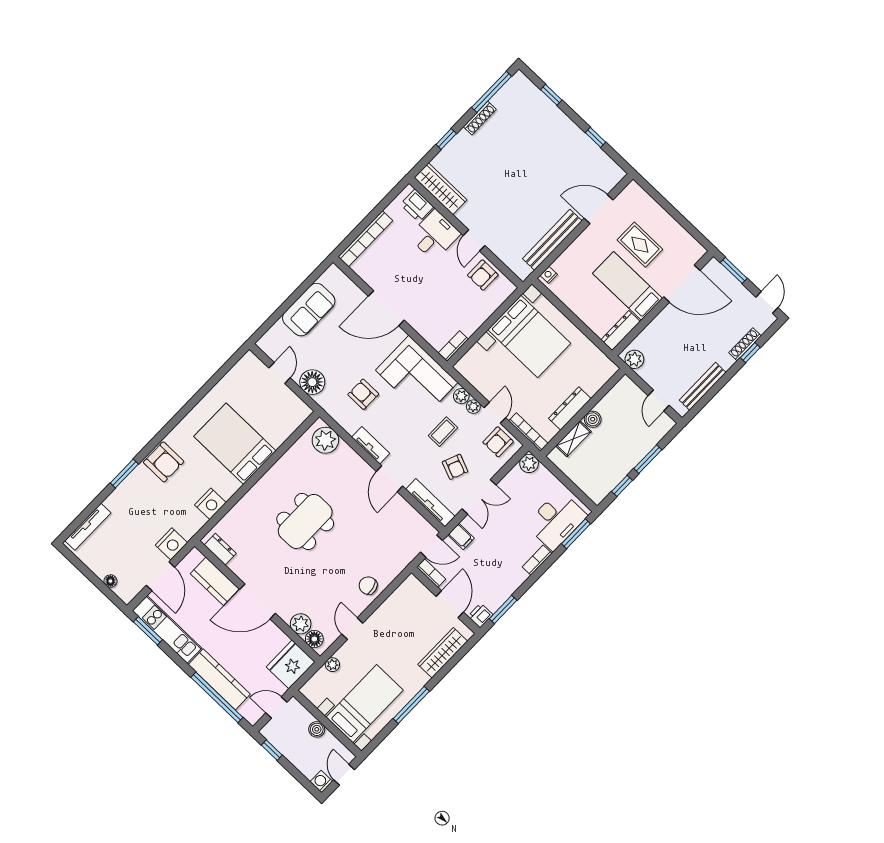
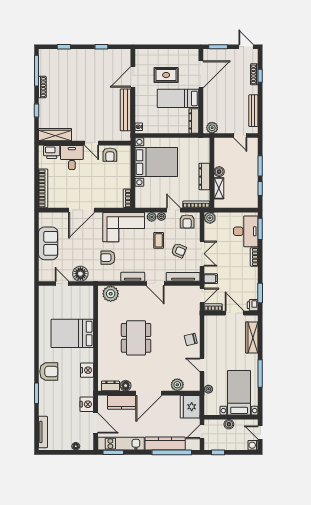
floor lamp: (314, 639) -> (126, 386), moved

